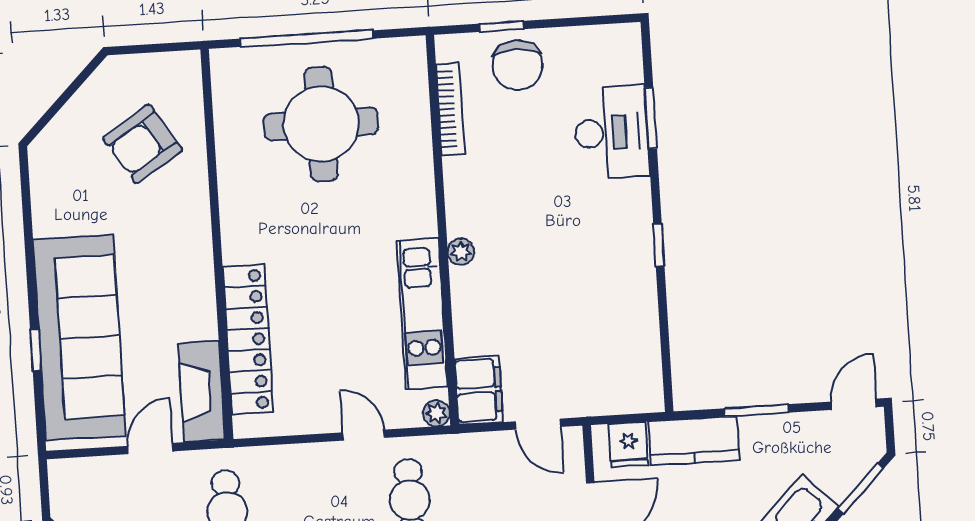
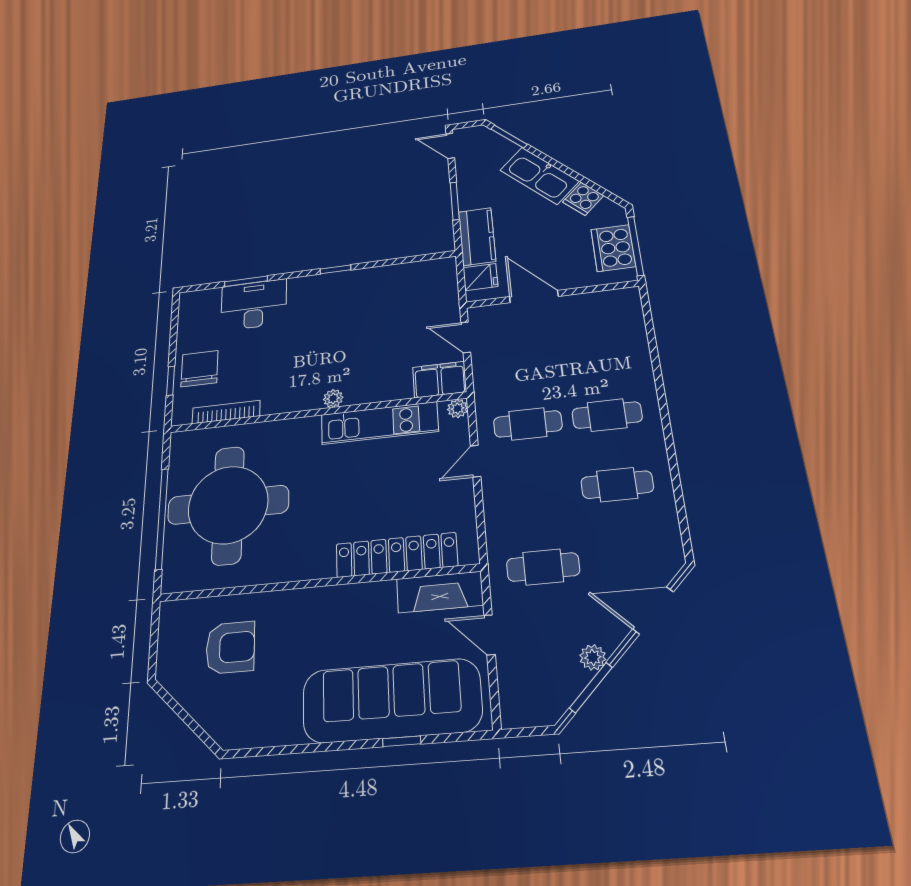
chair: (517, 65) -> (200, 369), turned -90
round table: (321, 124) -> (228, 505), width x1.36, depth x1.36
armchair: (143, 144) -> (230, 648), turned -57
door: (538, 424) -> (466, 337), swing flipped

